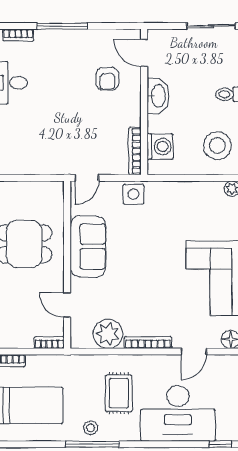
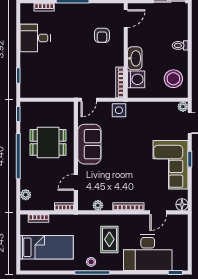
door: (144, 53) -> (126, 19), swing flipped
washbasin: (158, 96) -> (135, 58), moved
door: (67, 305) -> (76, 182), hinge flipped
plant: (108, 334) -> (98, 205), width x0.53, depth x0.53

